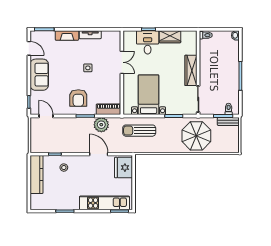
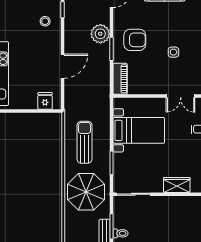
wardrobe: (191, 70) -> (177, 185), width x0.67
armchair: (78, 98) -> (135, 40), turned 180
plant: (101, 125) -> (100, 34), moved
sun lounger: (139, 131) -> (84, 142), moved
fridge: (124, 168) -> (45, 101), width x0.53, depth x0.75

